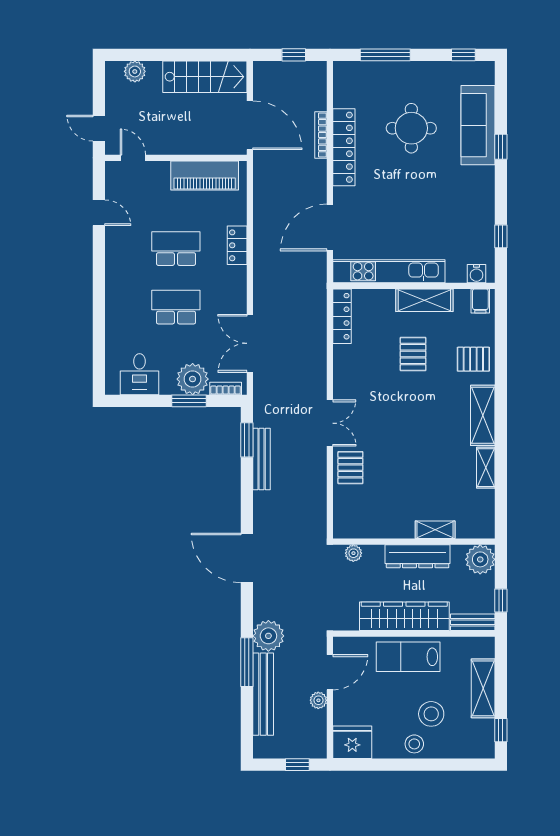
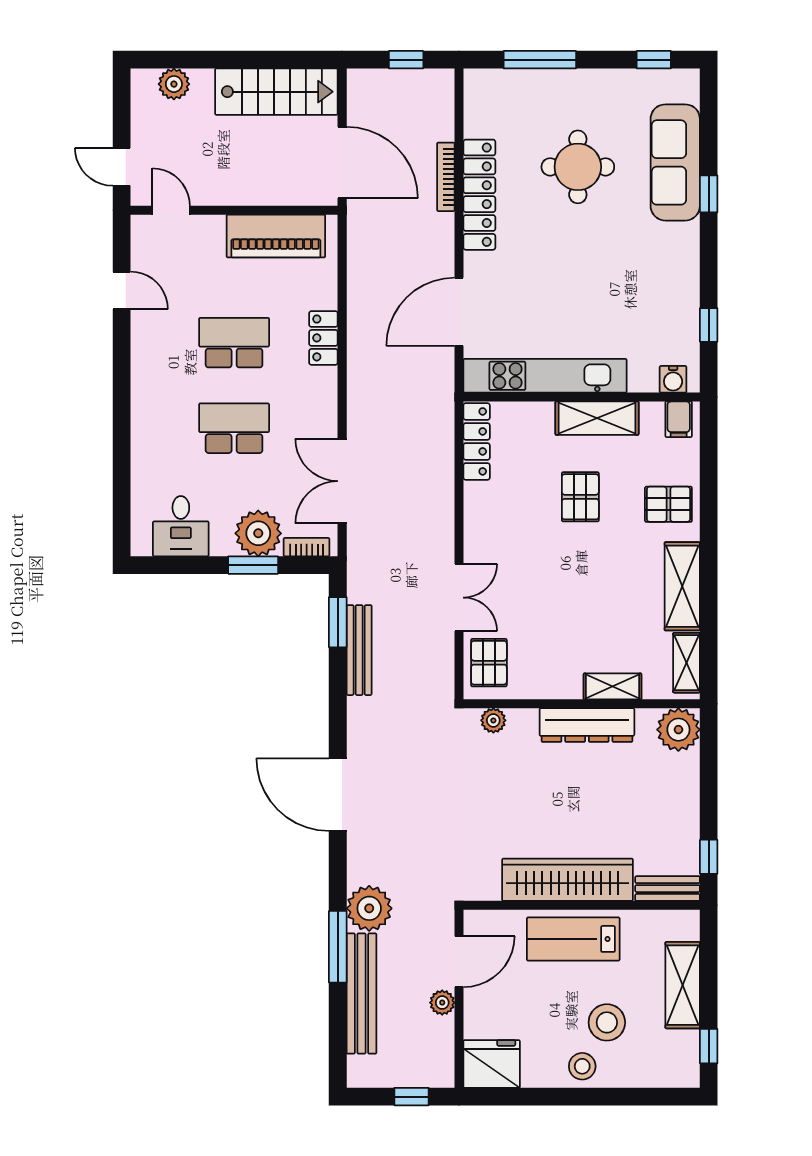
shelving: (435, 530) -> (613, 686), moved
wall: (414, 542) -> (582, 704), moved
plant: (353, 553) -> (493, 720), moved
dresser: (418, 556) -> (587, 725), moved
plant: (480, 559) -> (678, 730), moved

